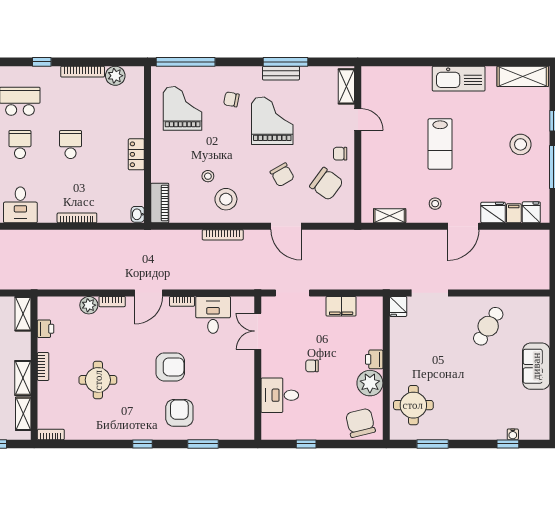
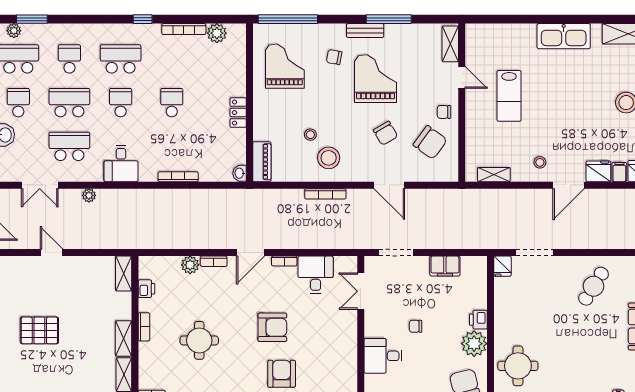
bench: (281, 73) -> (365, 31), moved
lab bench: (440, 144) -> (509, 96), moved

